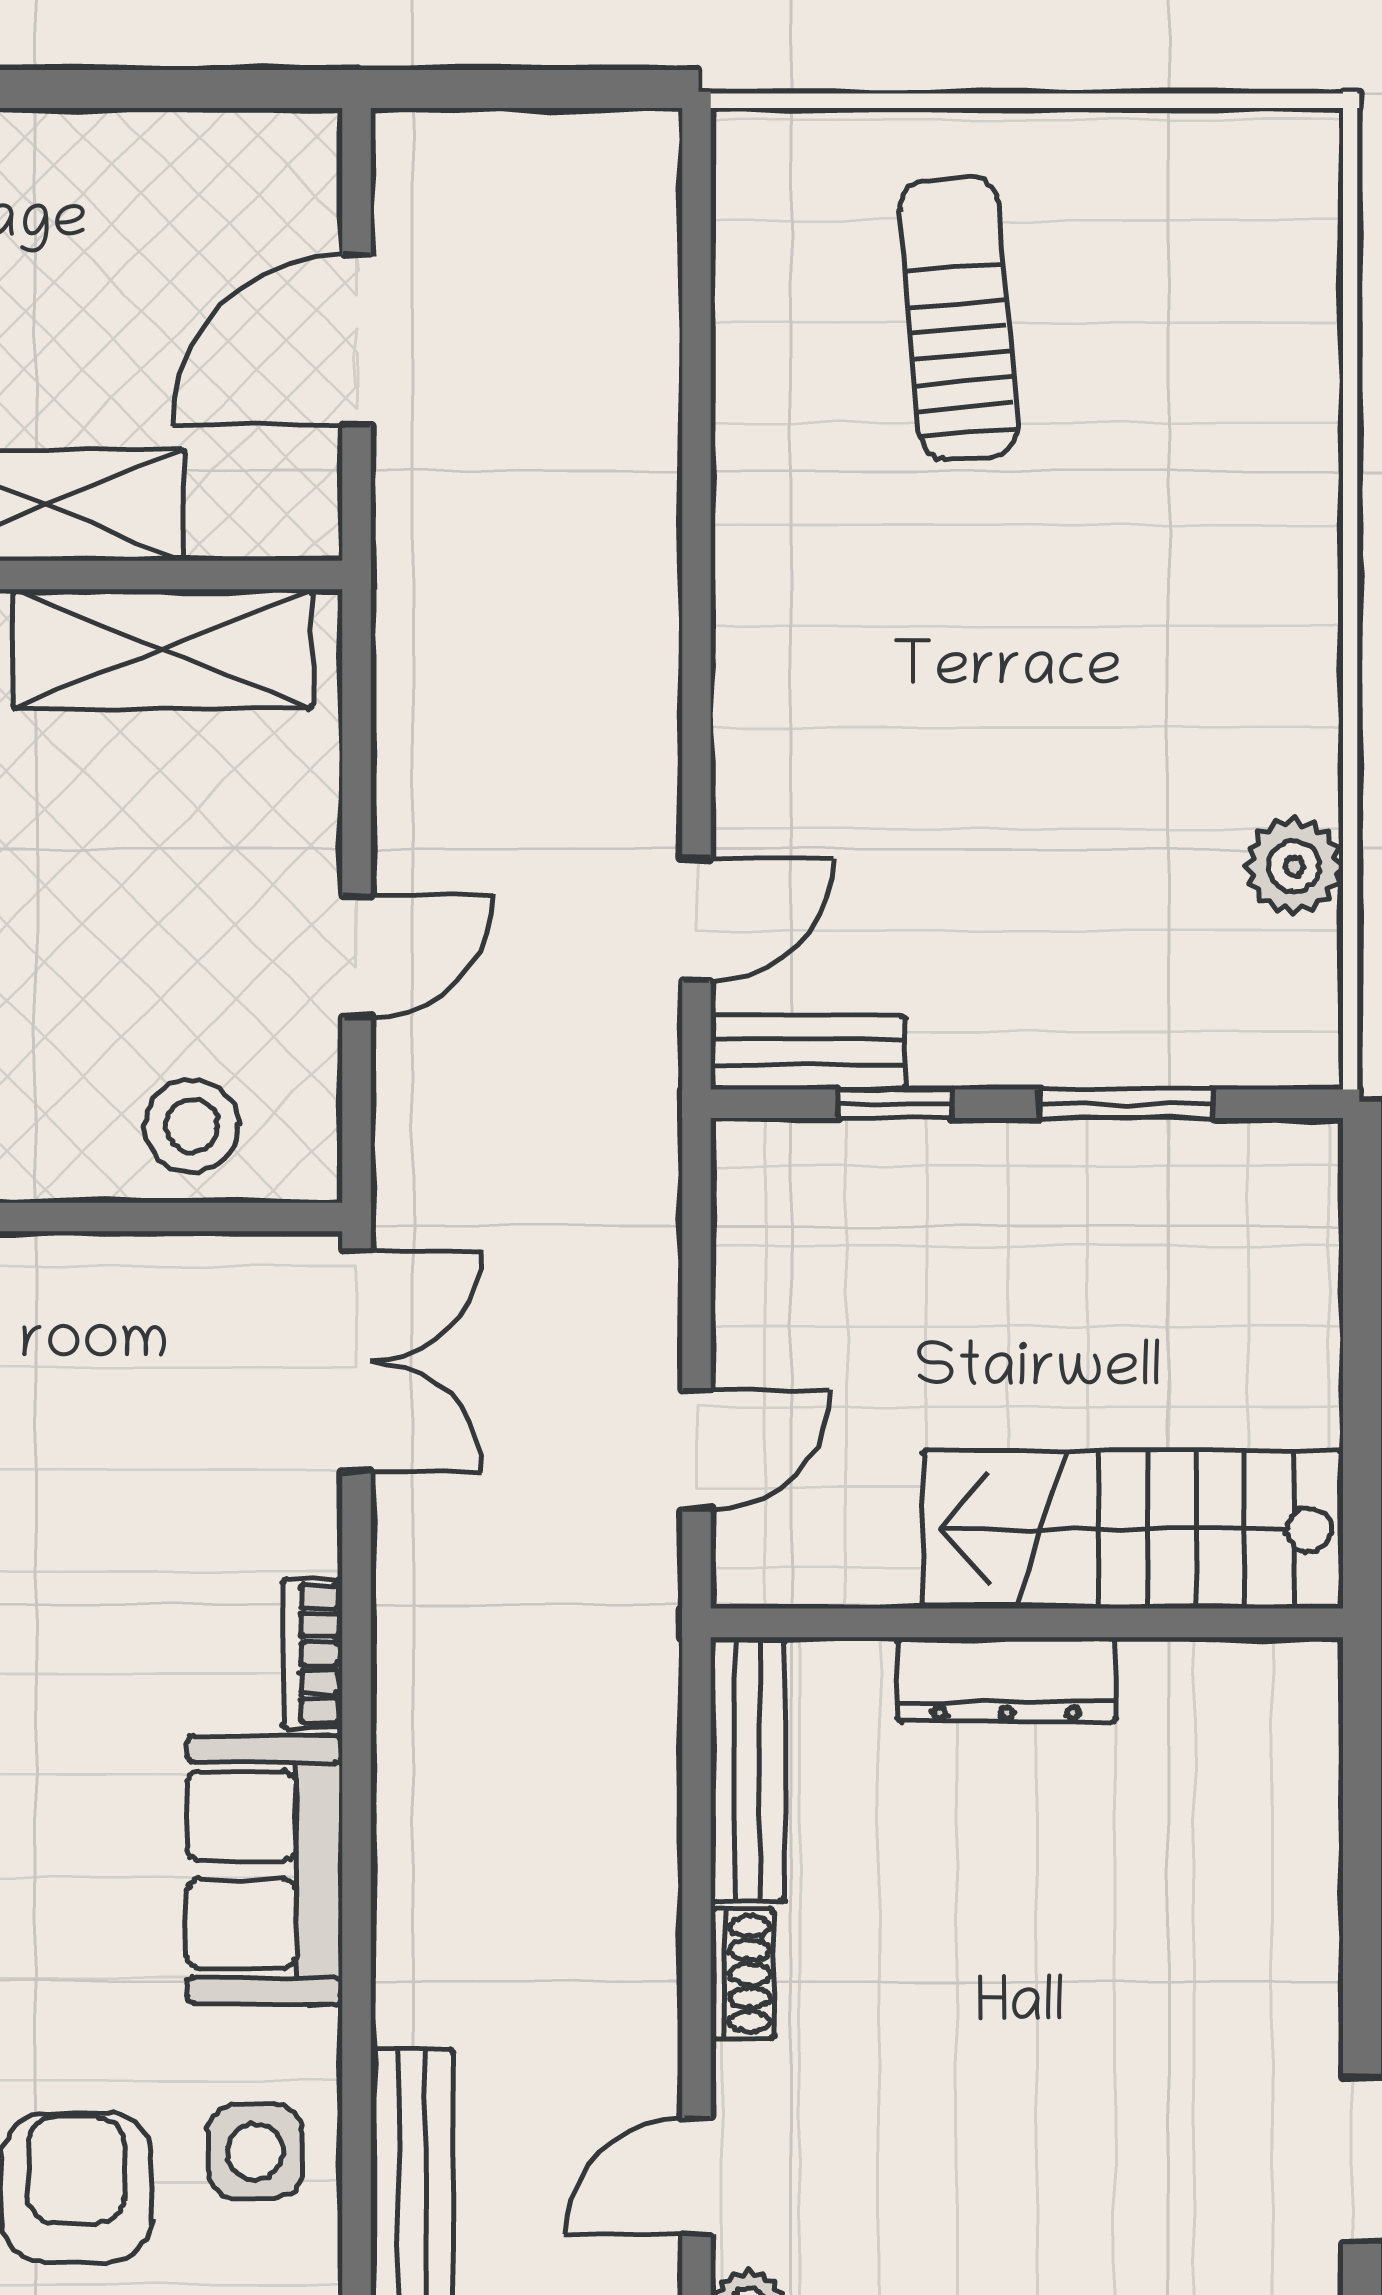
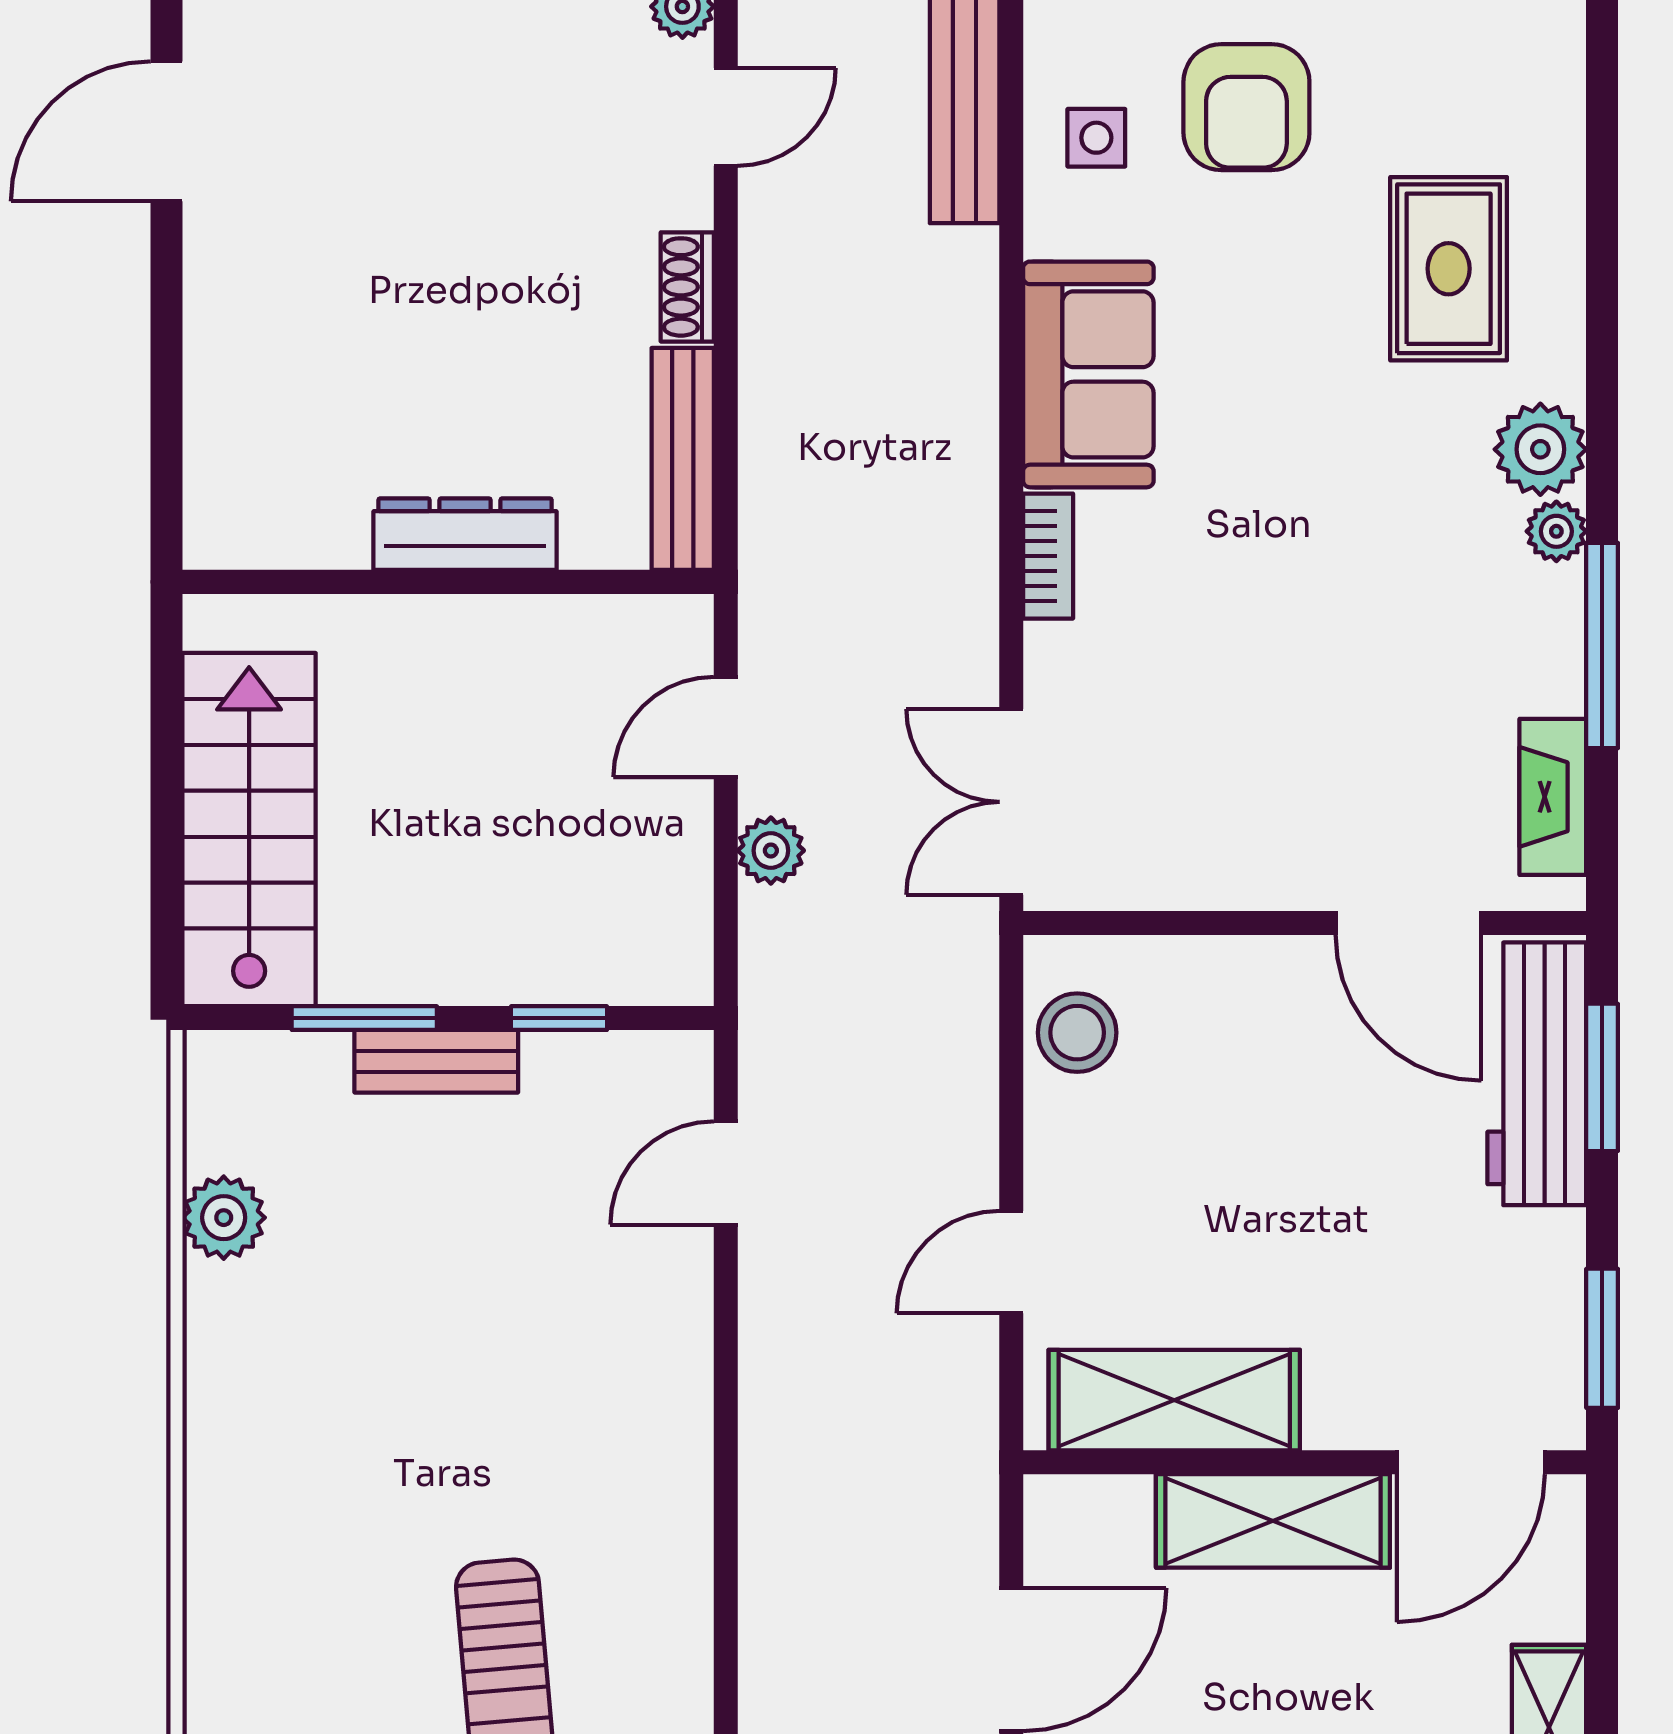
door: (357, 956) -> (1011, 1262), moved
bench: (808, 1052) -> (436, 1061), moved
stool: (192, 1126) -> (1077, 1033), moved
plant: (643, 1303) -> (771, 851), added
stairs: (1133, 1529) -> (249, 830), moved, turned -90
side table: (255, 2152) -> (1096, 138), width x0.73, depth x0.73

